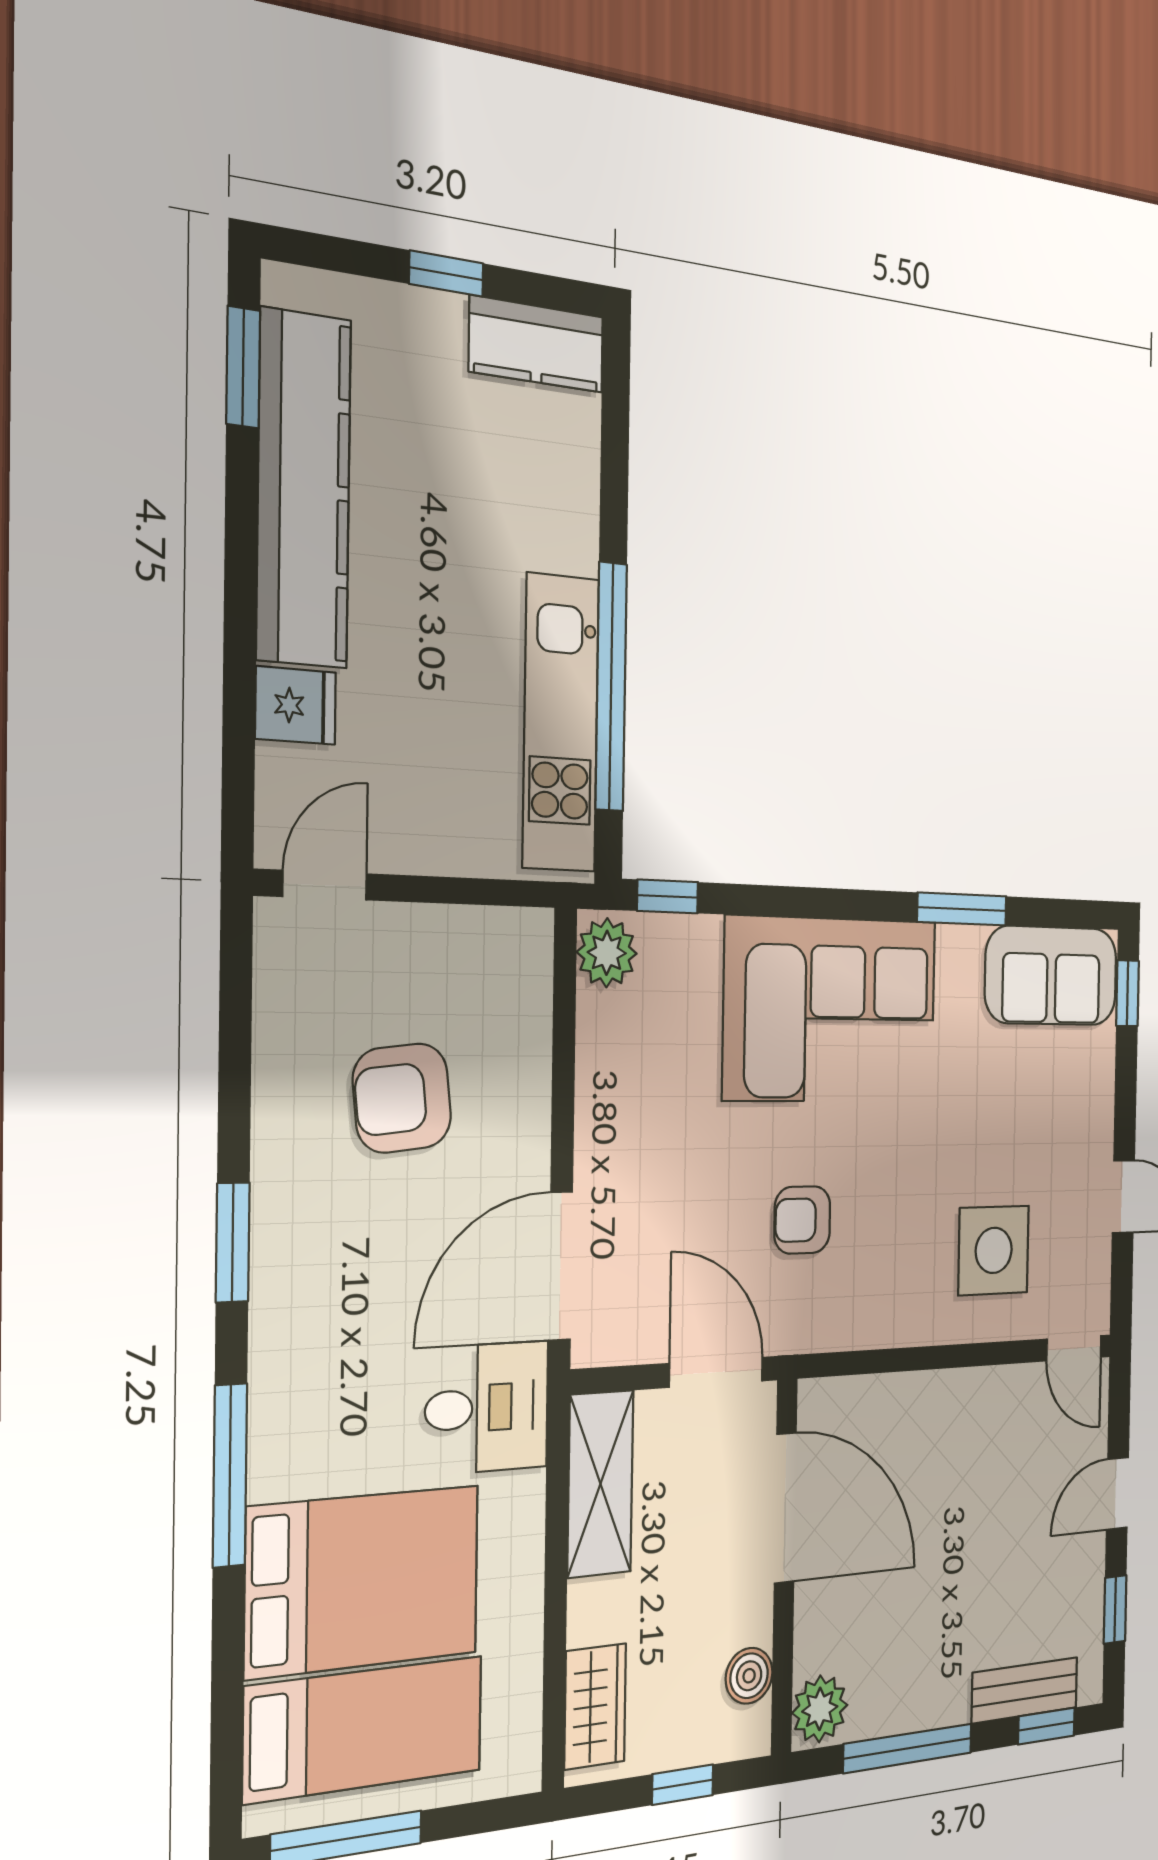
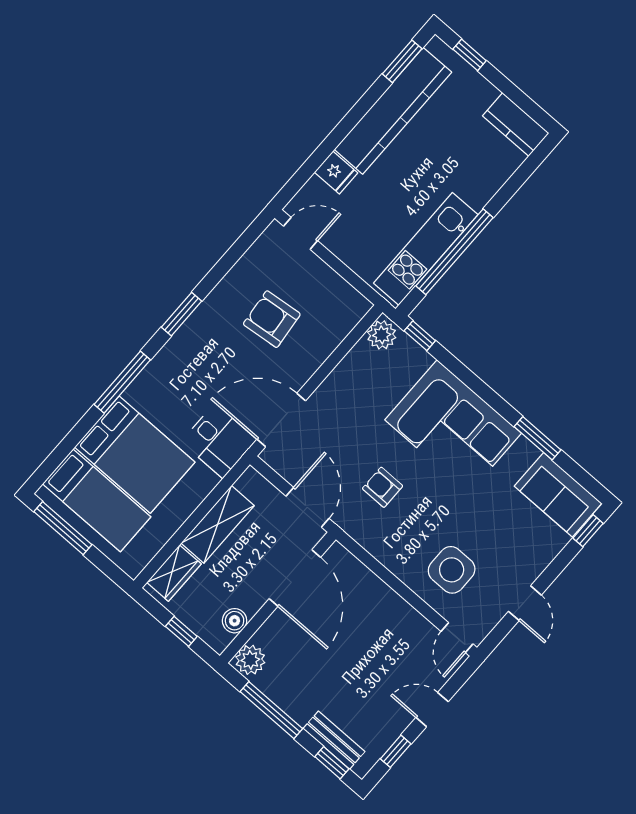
window: (446, 274) -> (470, 55), moved
shelving: (600, 1484) -> (218, 524), moved

